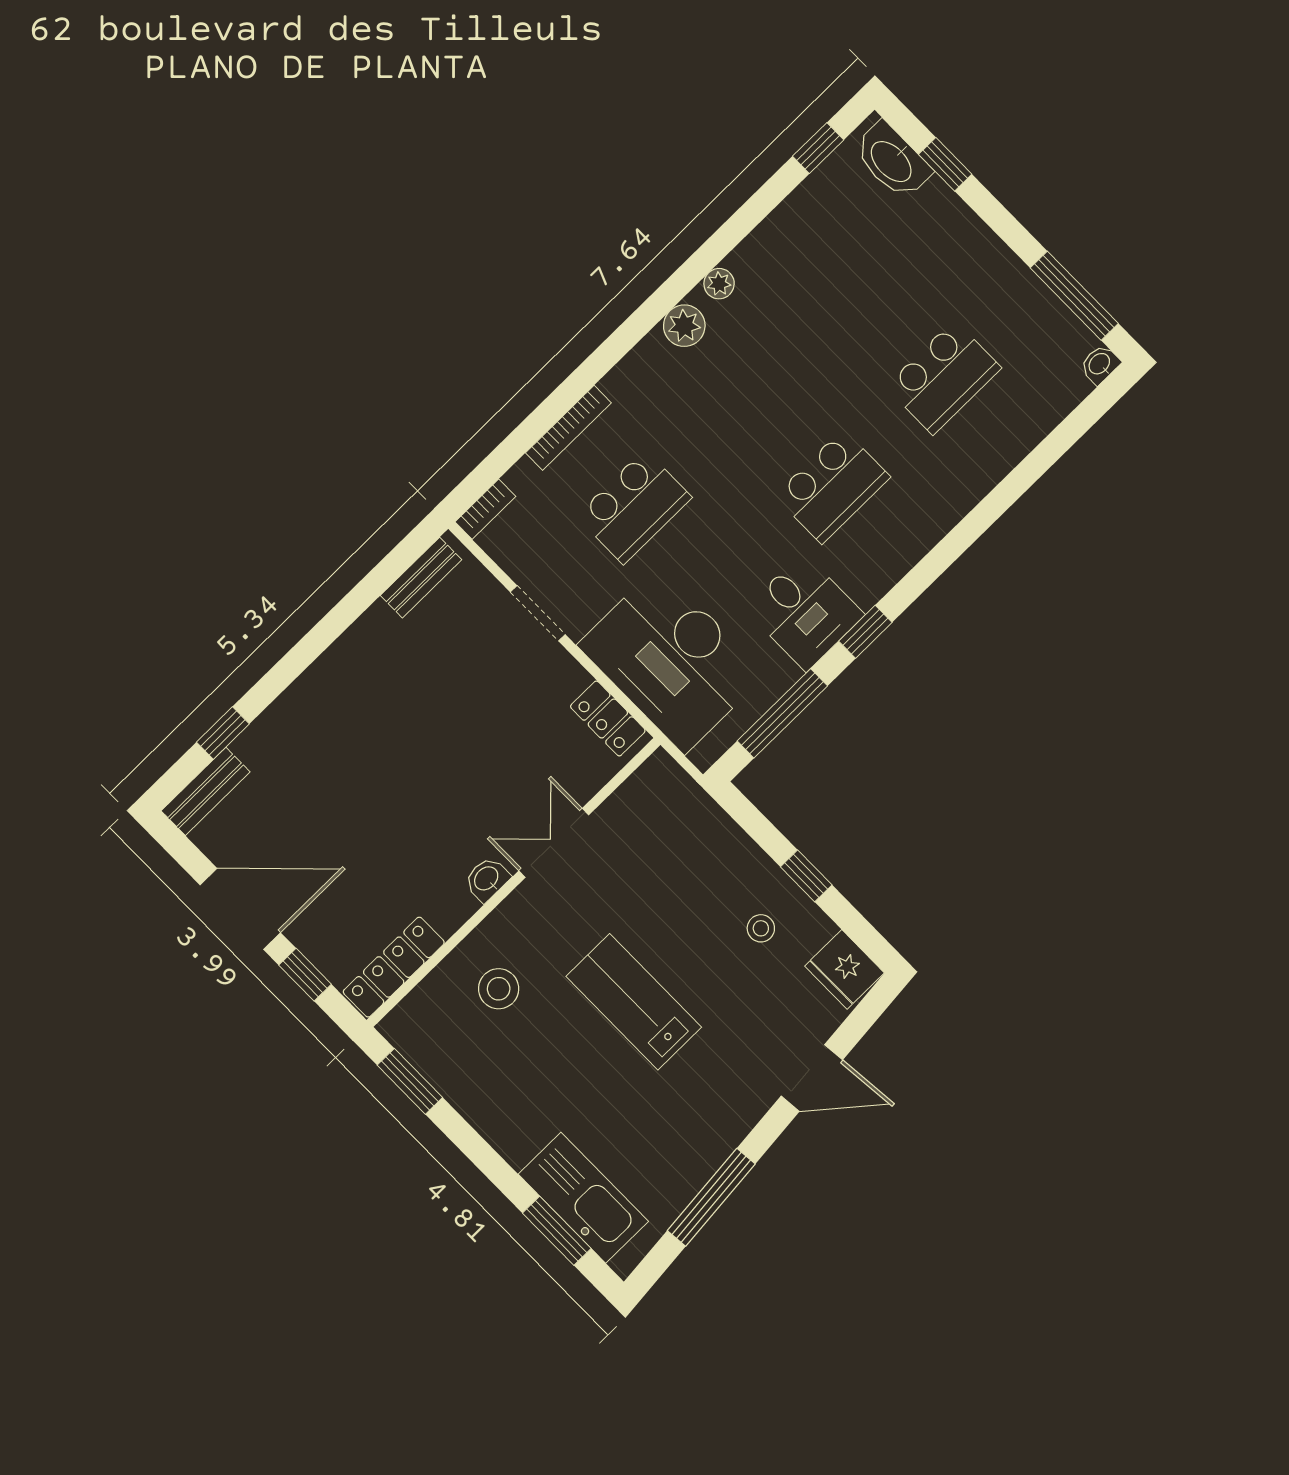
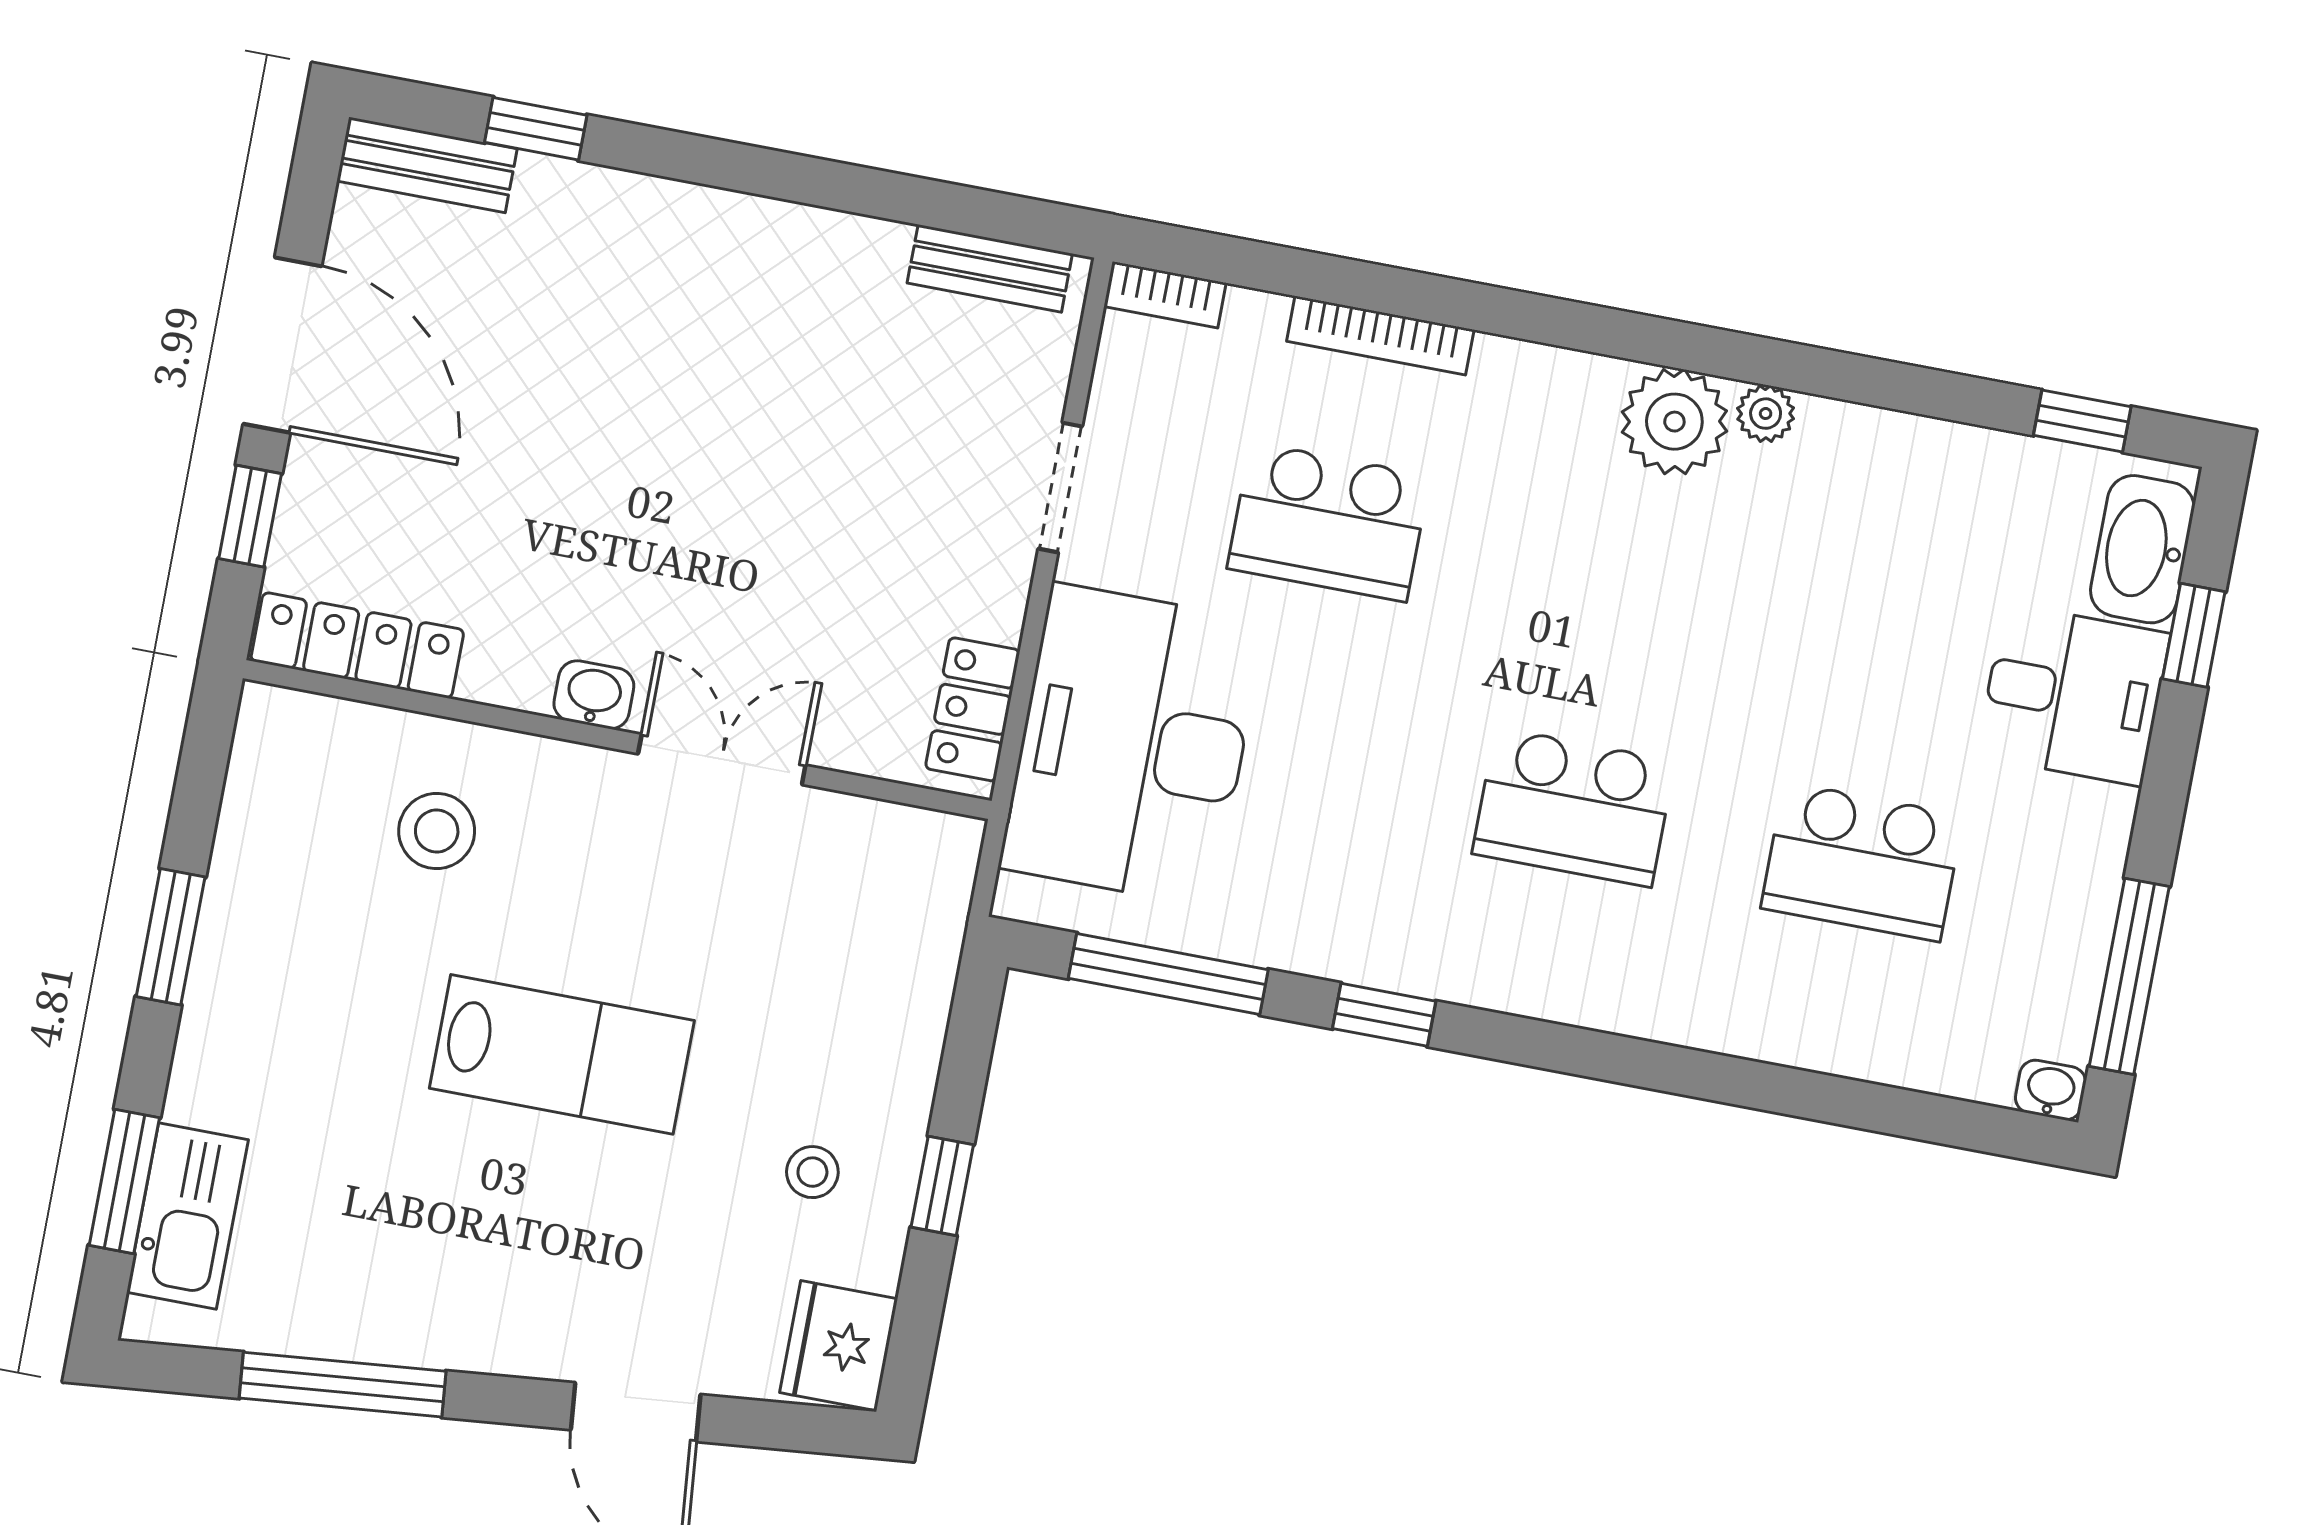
plant: (684, 326) -> (1674, 422), width x1.36, depth x1.36
desk: (804, 612) -> (2073, 695), moved, turned -90
lab bench: (634, 1002) -> (562, 1054), turned 90
window: (410, 1081) -> (171, 937), moved
kitchen sink: (583, 1198) -> (187, 1216), width x0.73, depth x0.81

